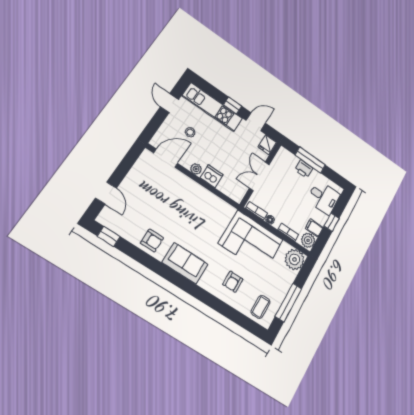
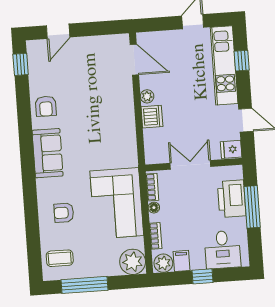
window: (233, 105) -> (242, 61), moved
stool: (190, 132) -> (180, 63), removed
printer: (304, 169) -> (232, 199), width x1.87, depth x1.48

